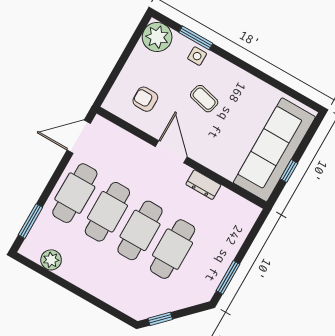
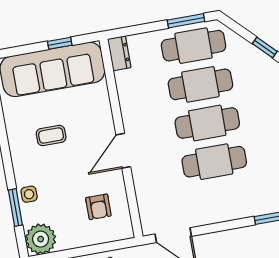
coffee table: (204, 99) -> (51, 135), moved, turned 76
dresser: (203, 185) -> (119, 53), moved
cafe table: (75, 193) -> (194, 46), moved

